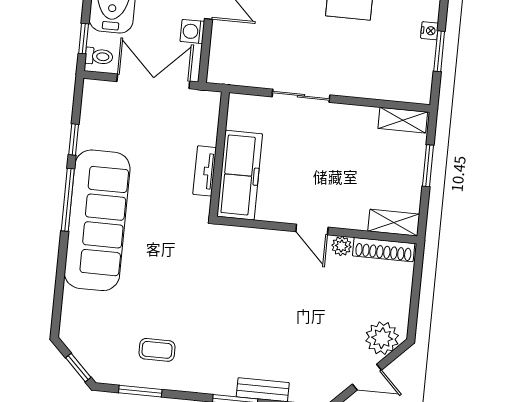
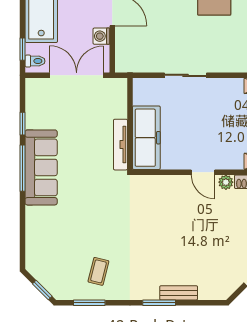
tv unit: (205, 171) -> (120, 145), width x1.41
sofa: (97, 220) -> (41, 167), width x0.74, depth x0.79
coffee table: (157, 350) -> (98, 271), turned -76

